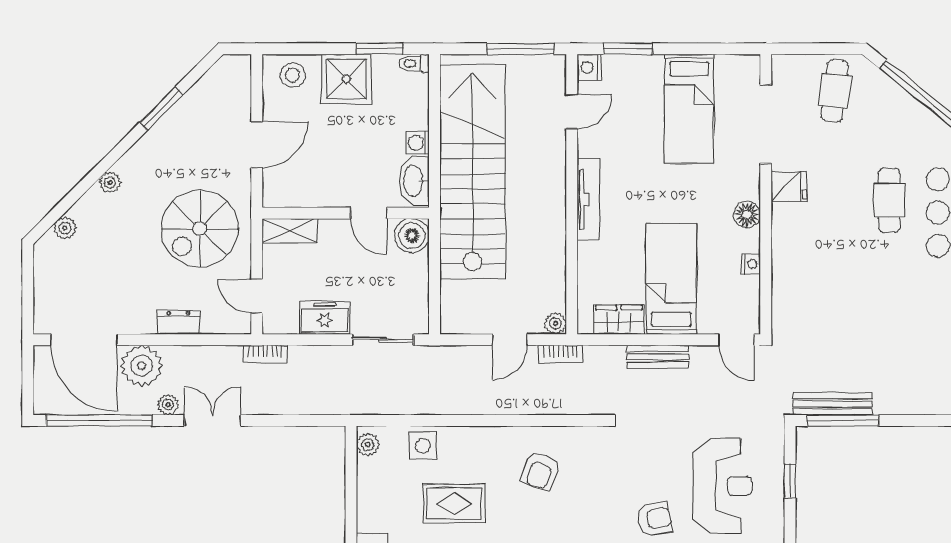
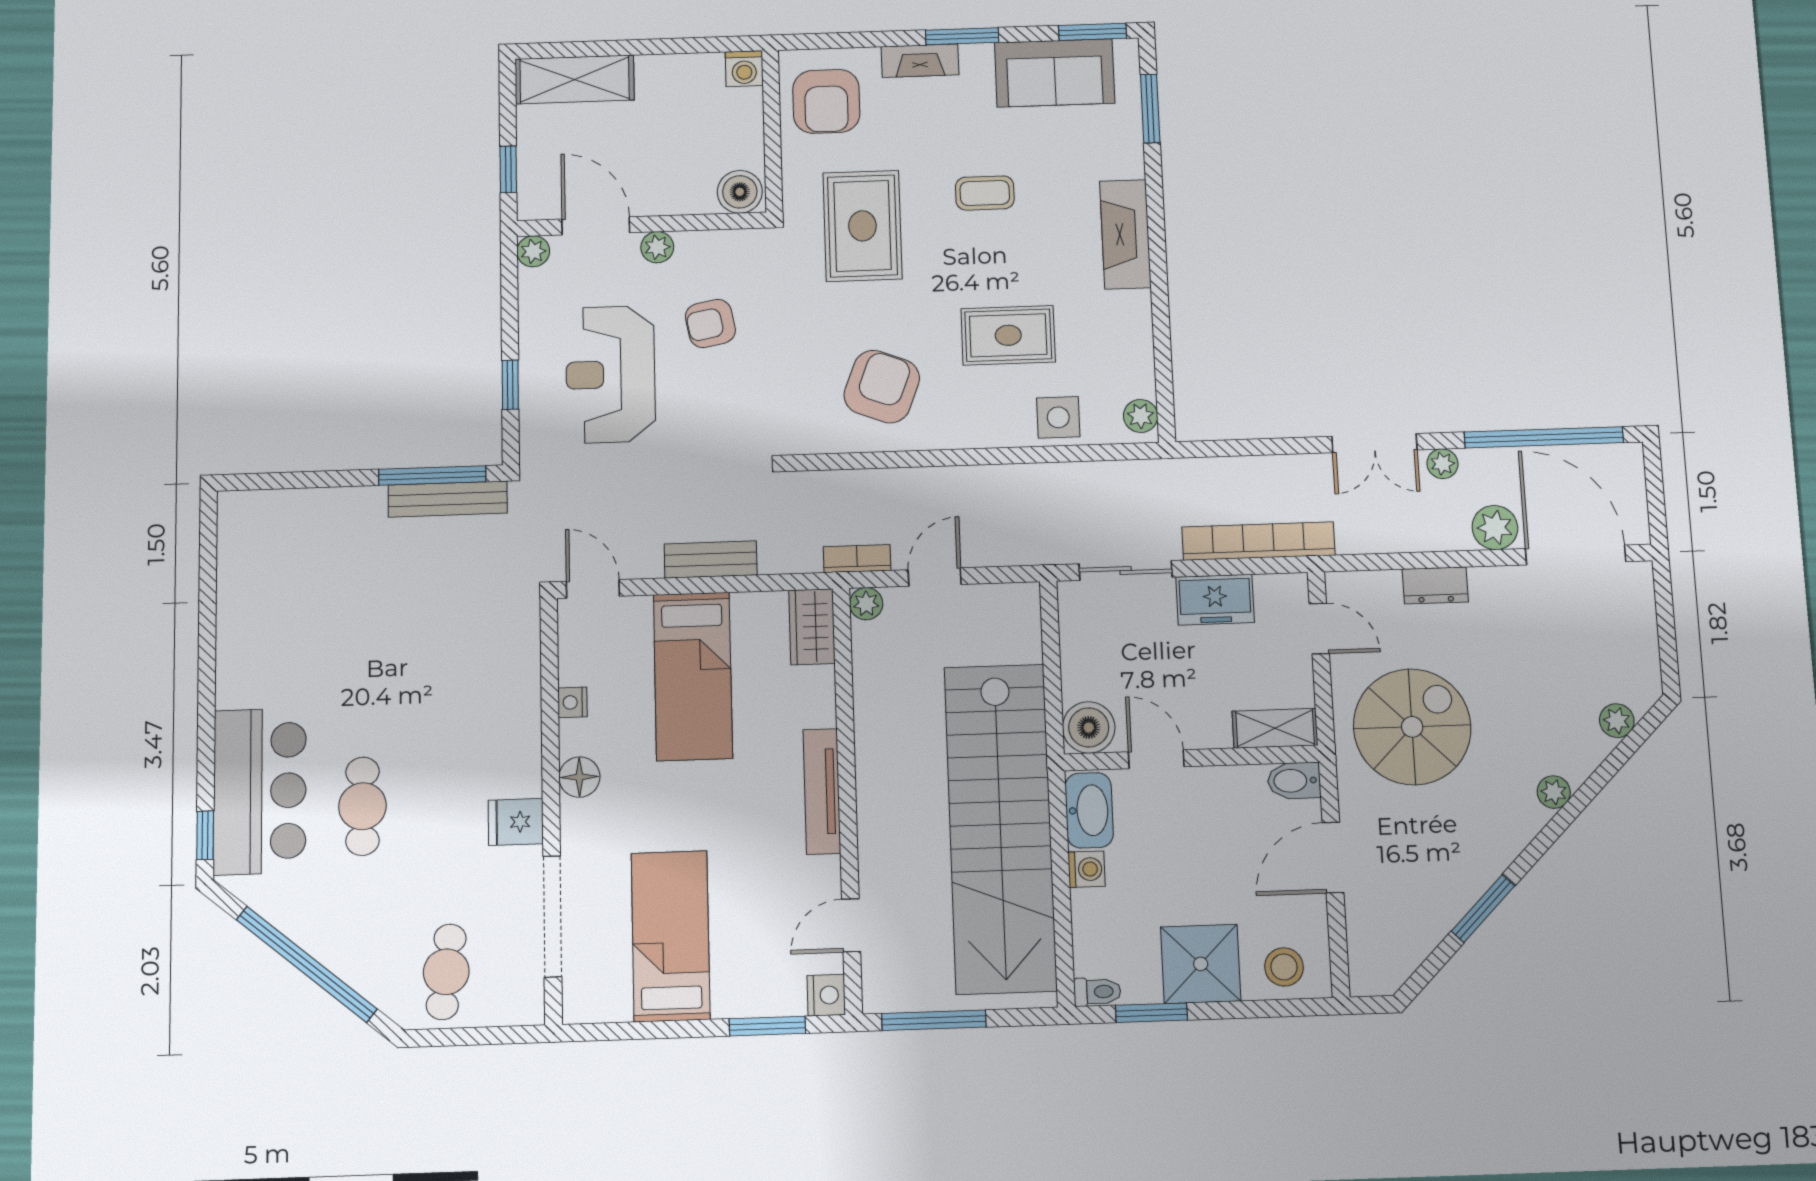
bidet: (279, 196) -> (1294, 781), added
wardrobe: (619, 320) -> (812, 627), moved, turned 90
bookcase: (265, 354) -> (1258, 541), width x2.31, depth x1.31
plant: (142, 366) -> (1495, 528), width x0.73, depth x0.73
armchair: (541, 471) -> (882, 387), width x1.38, depth x1.38

